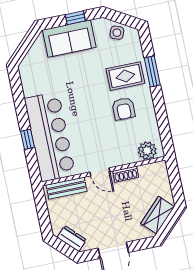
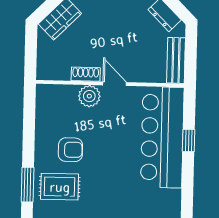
armchair: (124, 109) -> (70, 150), turned 90
plant: (147, 151) -> (89, 96), moved
bench: (67, 188) -> (176, 60), moved, turned 90

